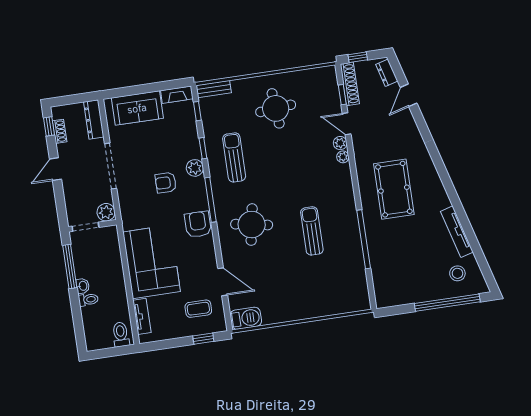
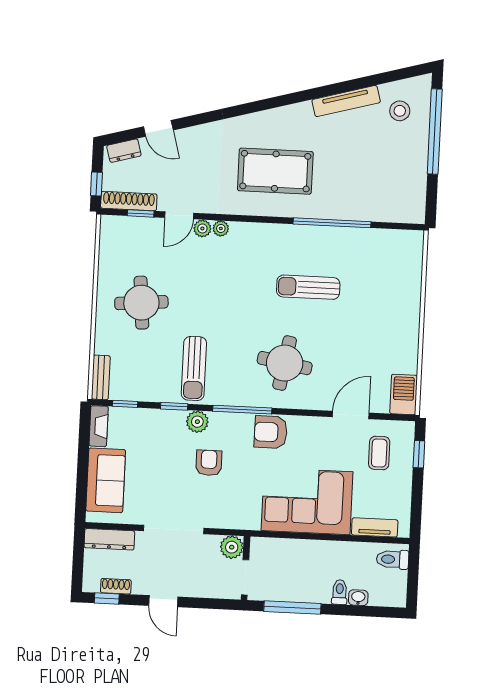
sun lounger: (234, 157) -> (194, 368), turned -90
armchair: (166, 183) -> (209, 463), turned 180
washbasin: (83, 286) -> (358, 598), moved

